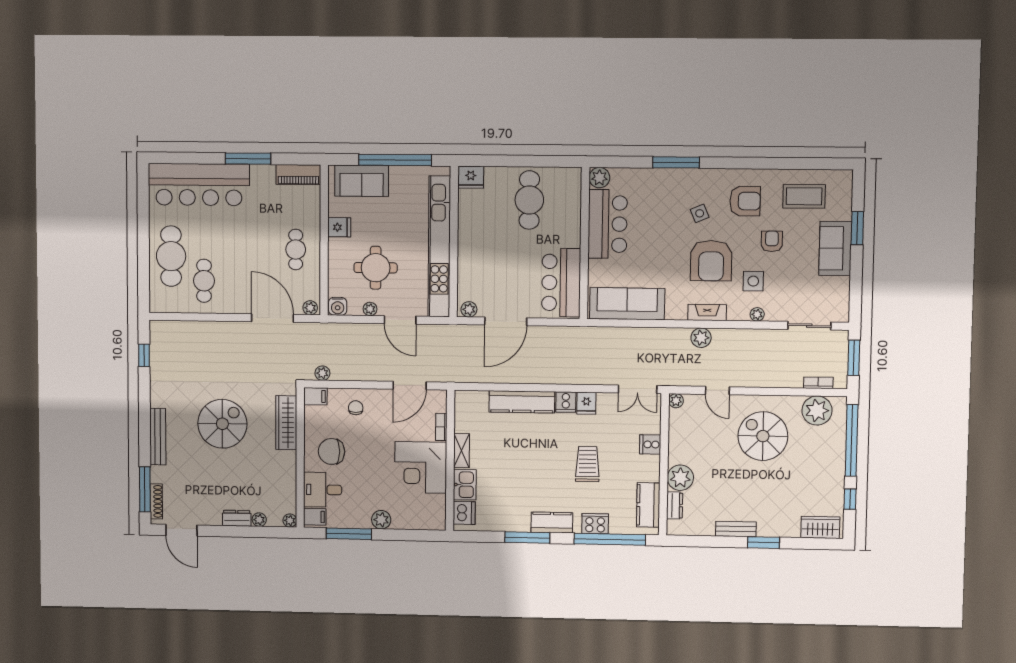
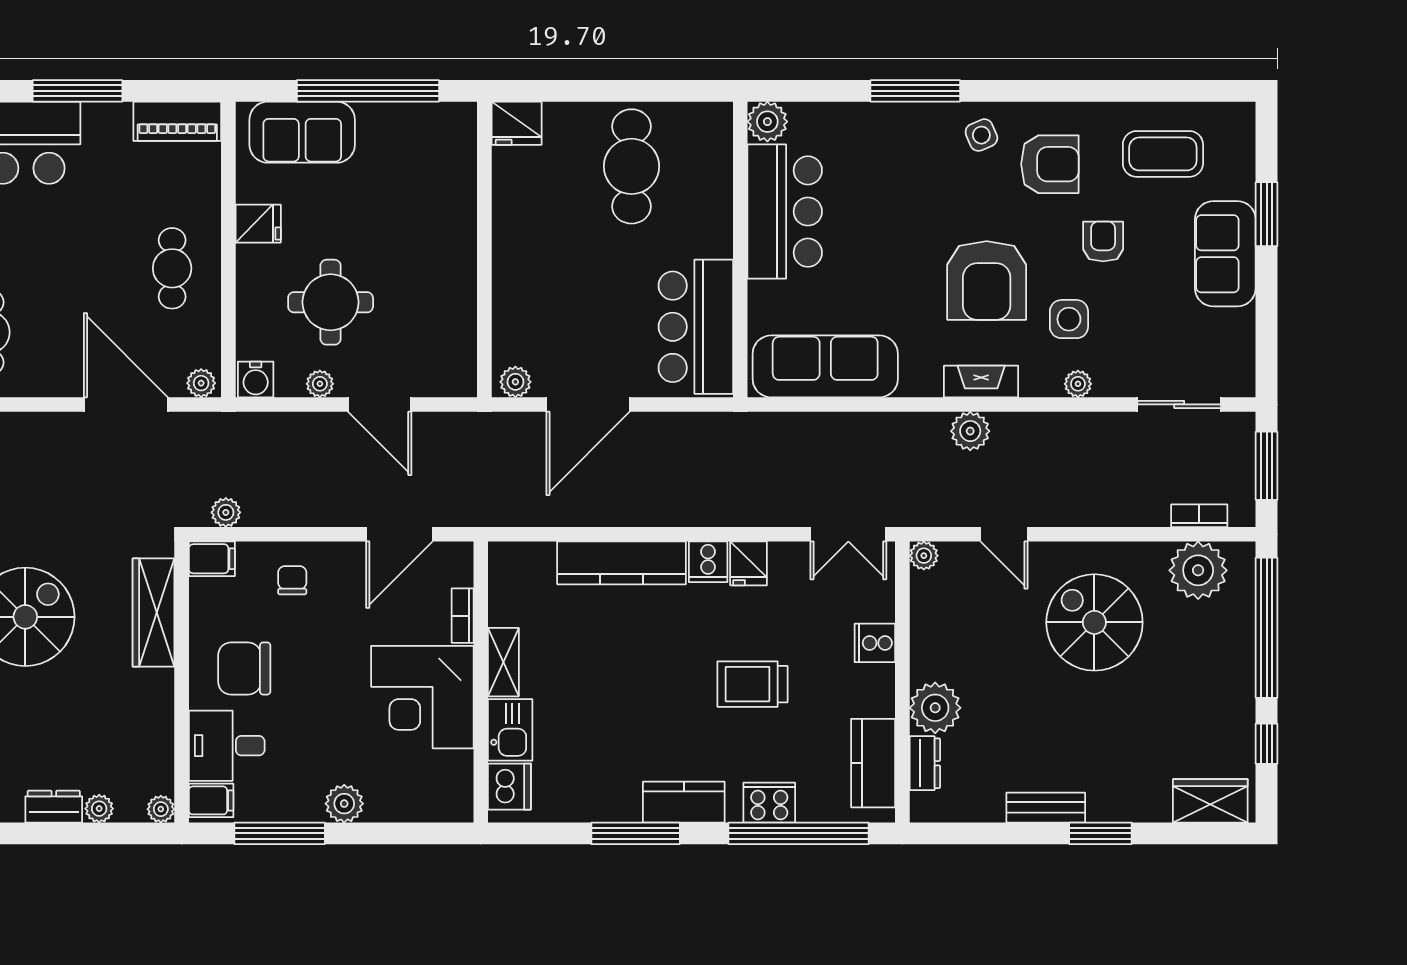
side table: (700, 213) -> (981, 135), moved
kitchen unit: (439, 246) -> (456, 259), removed
trolley: (587, 464) -> (752, 684), turned -90

